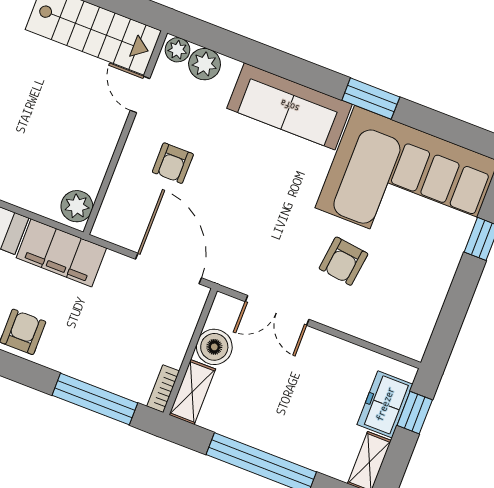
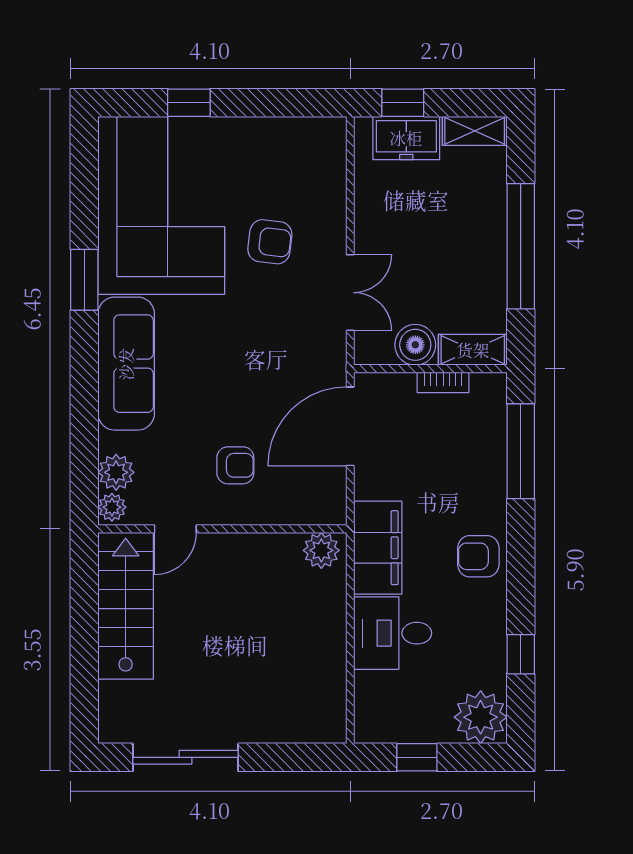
bookcase: (163, 389) -> (443, 382), moved

